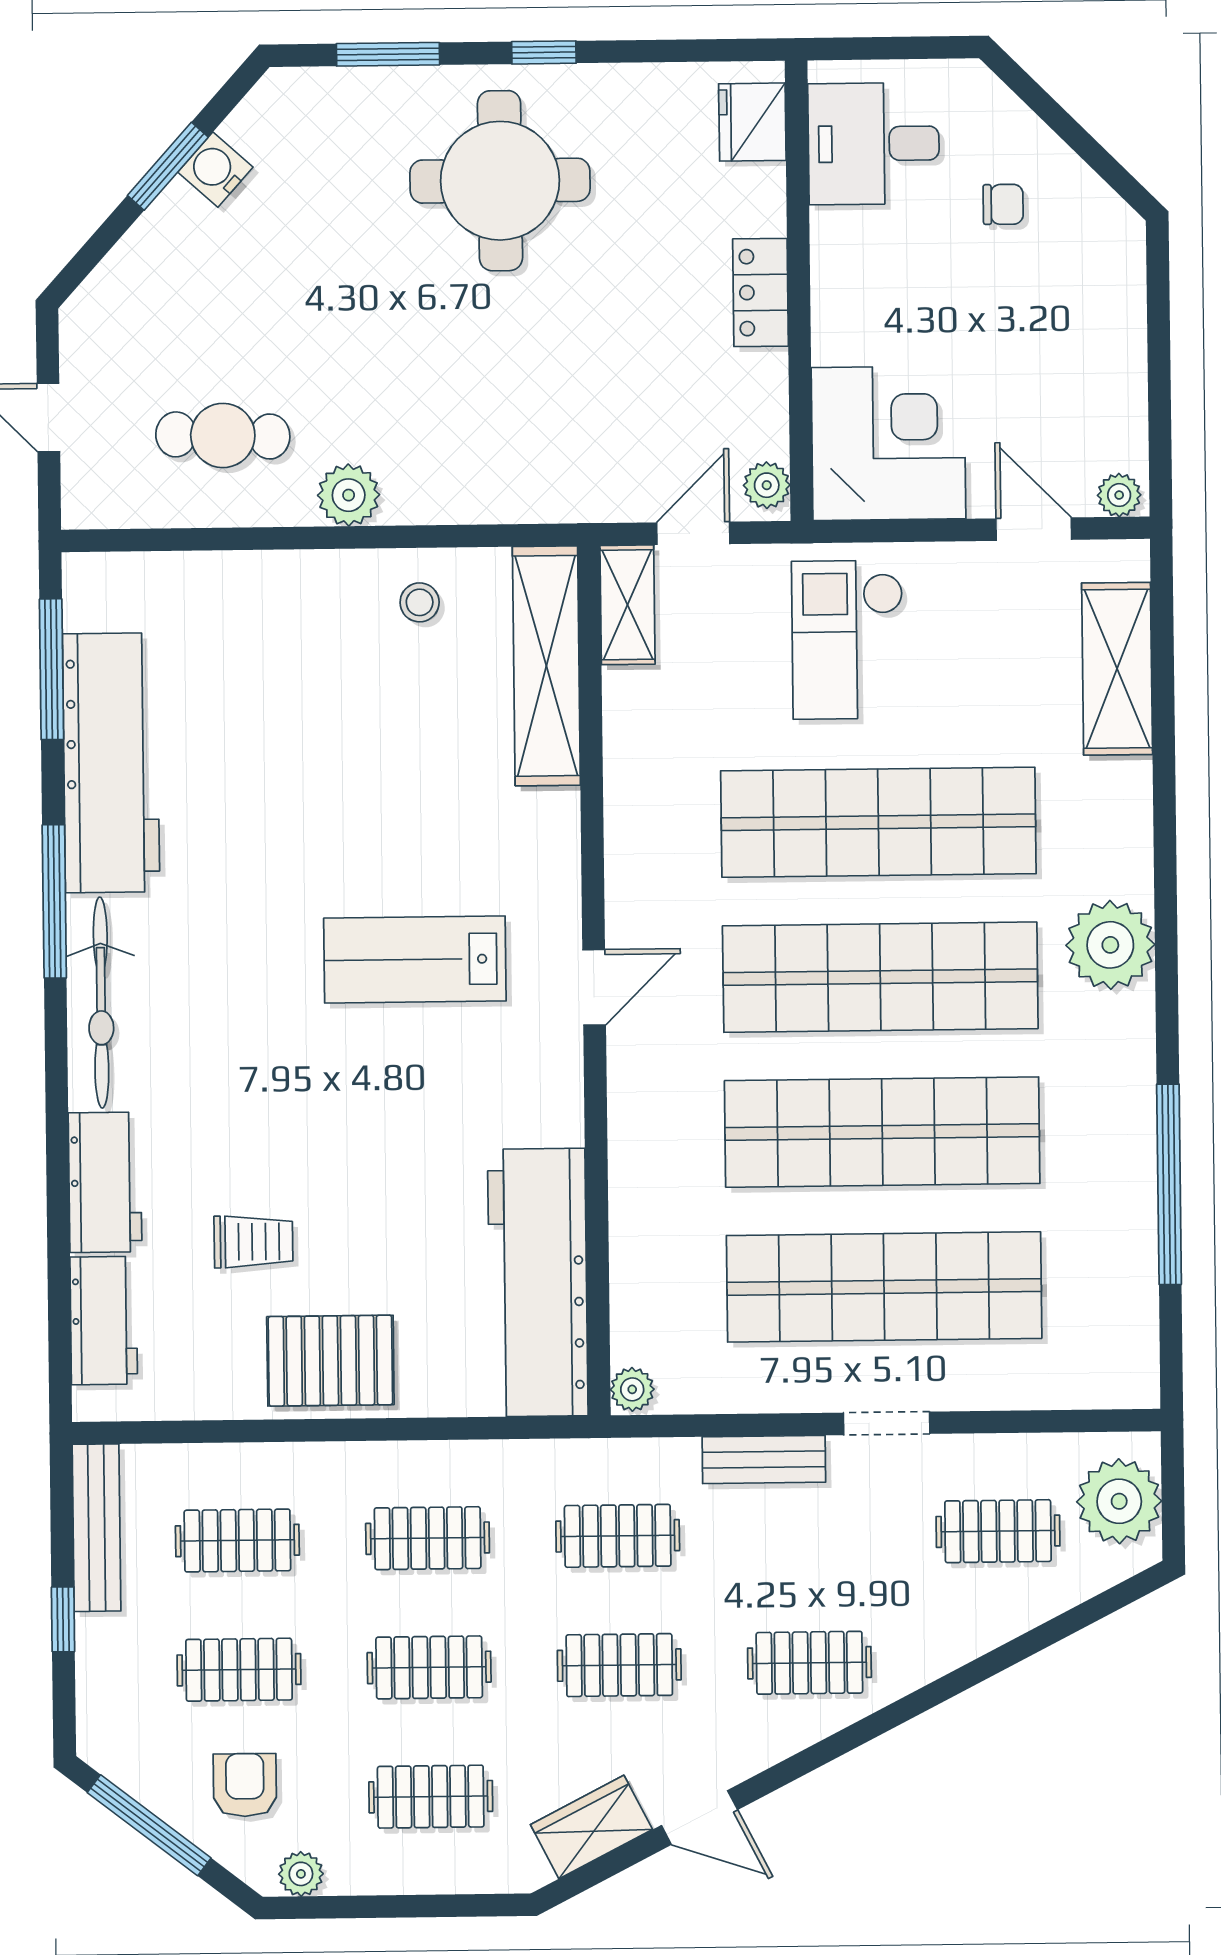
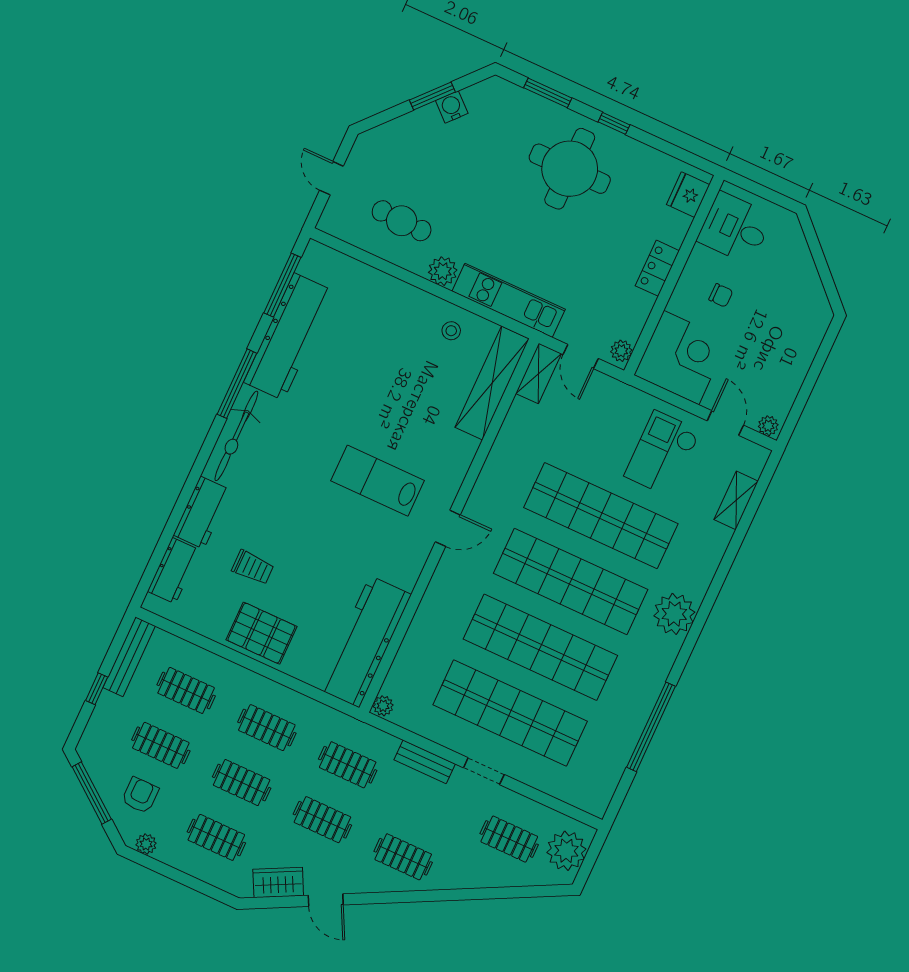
chair: (1003, 204) -> (721, 295), moved
kitchen unit: (502, 491) -> (509, 300), added
door: (693, 533) -> (581, 356), swing flipped
checkout: (848, 640) -> (662, 454), moved
shelving: (1117, 669) -> (736, 500), width x0.67, depth x0.75

